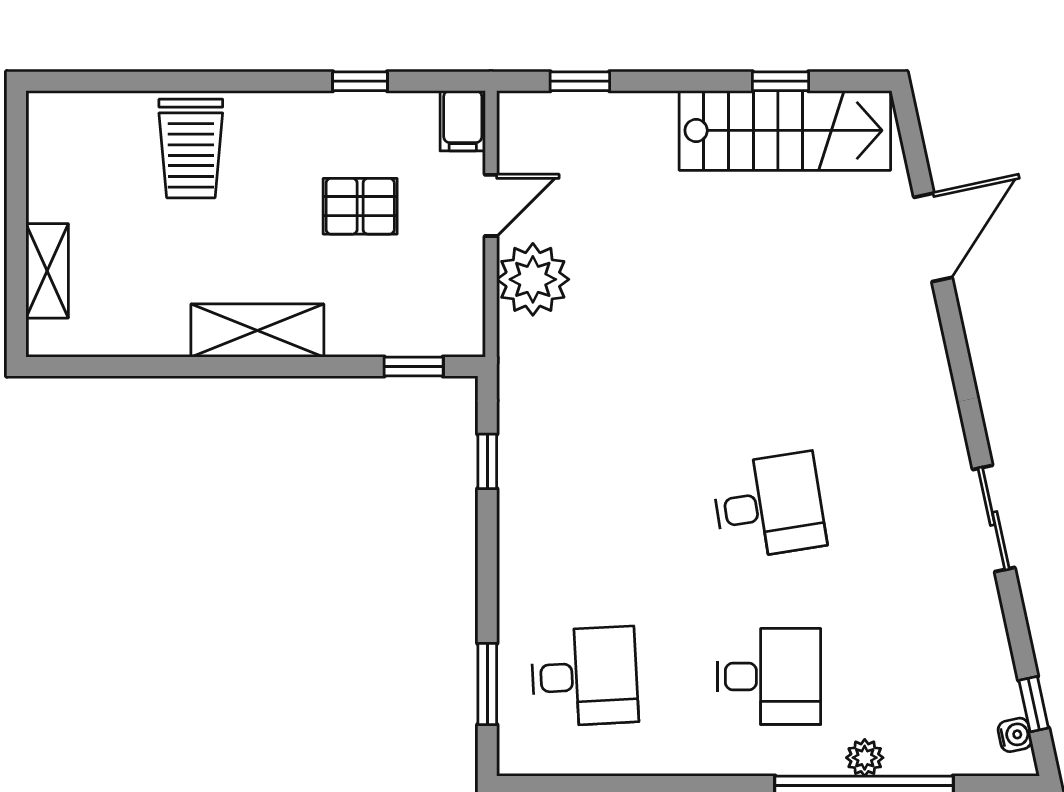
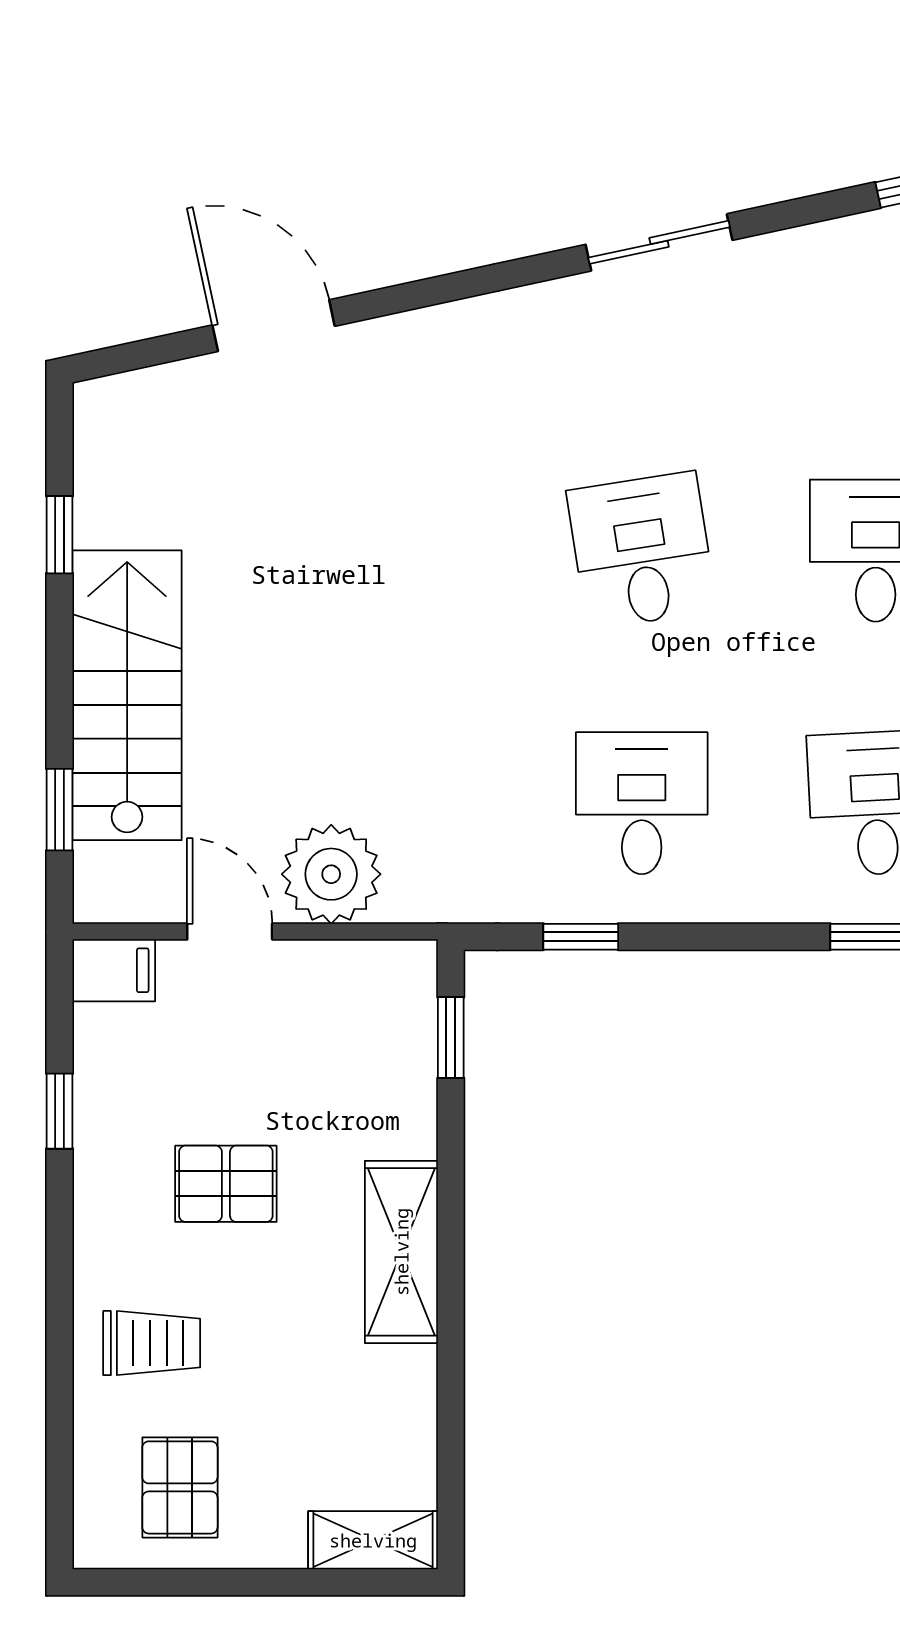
stairs: (785, 130) -> (127, 695), moved
trolley: (191, 148) -> (152, 1343), width x0.73, depth x0.72
pallet: (86, 169) -> (180, 1487), added
pallet: (360, 206) -> (226, 1184), moved, turned 90
shelving: (47, 271) -> (373, 1540), moved
desk: (585, 506) -> (642, 803), added

